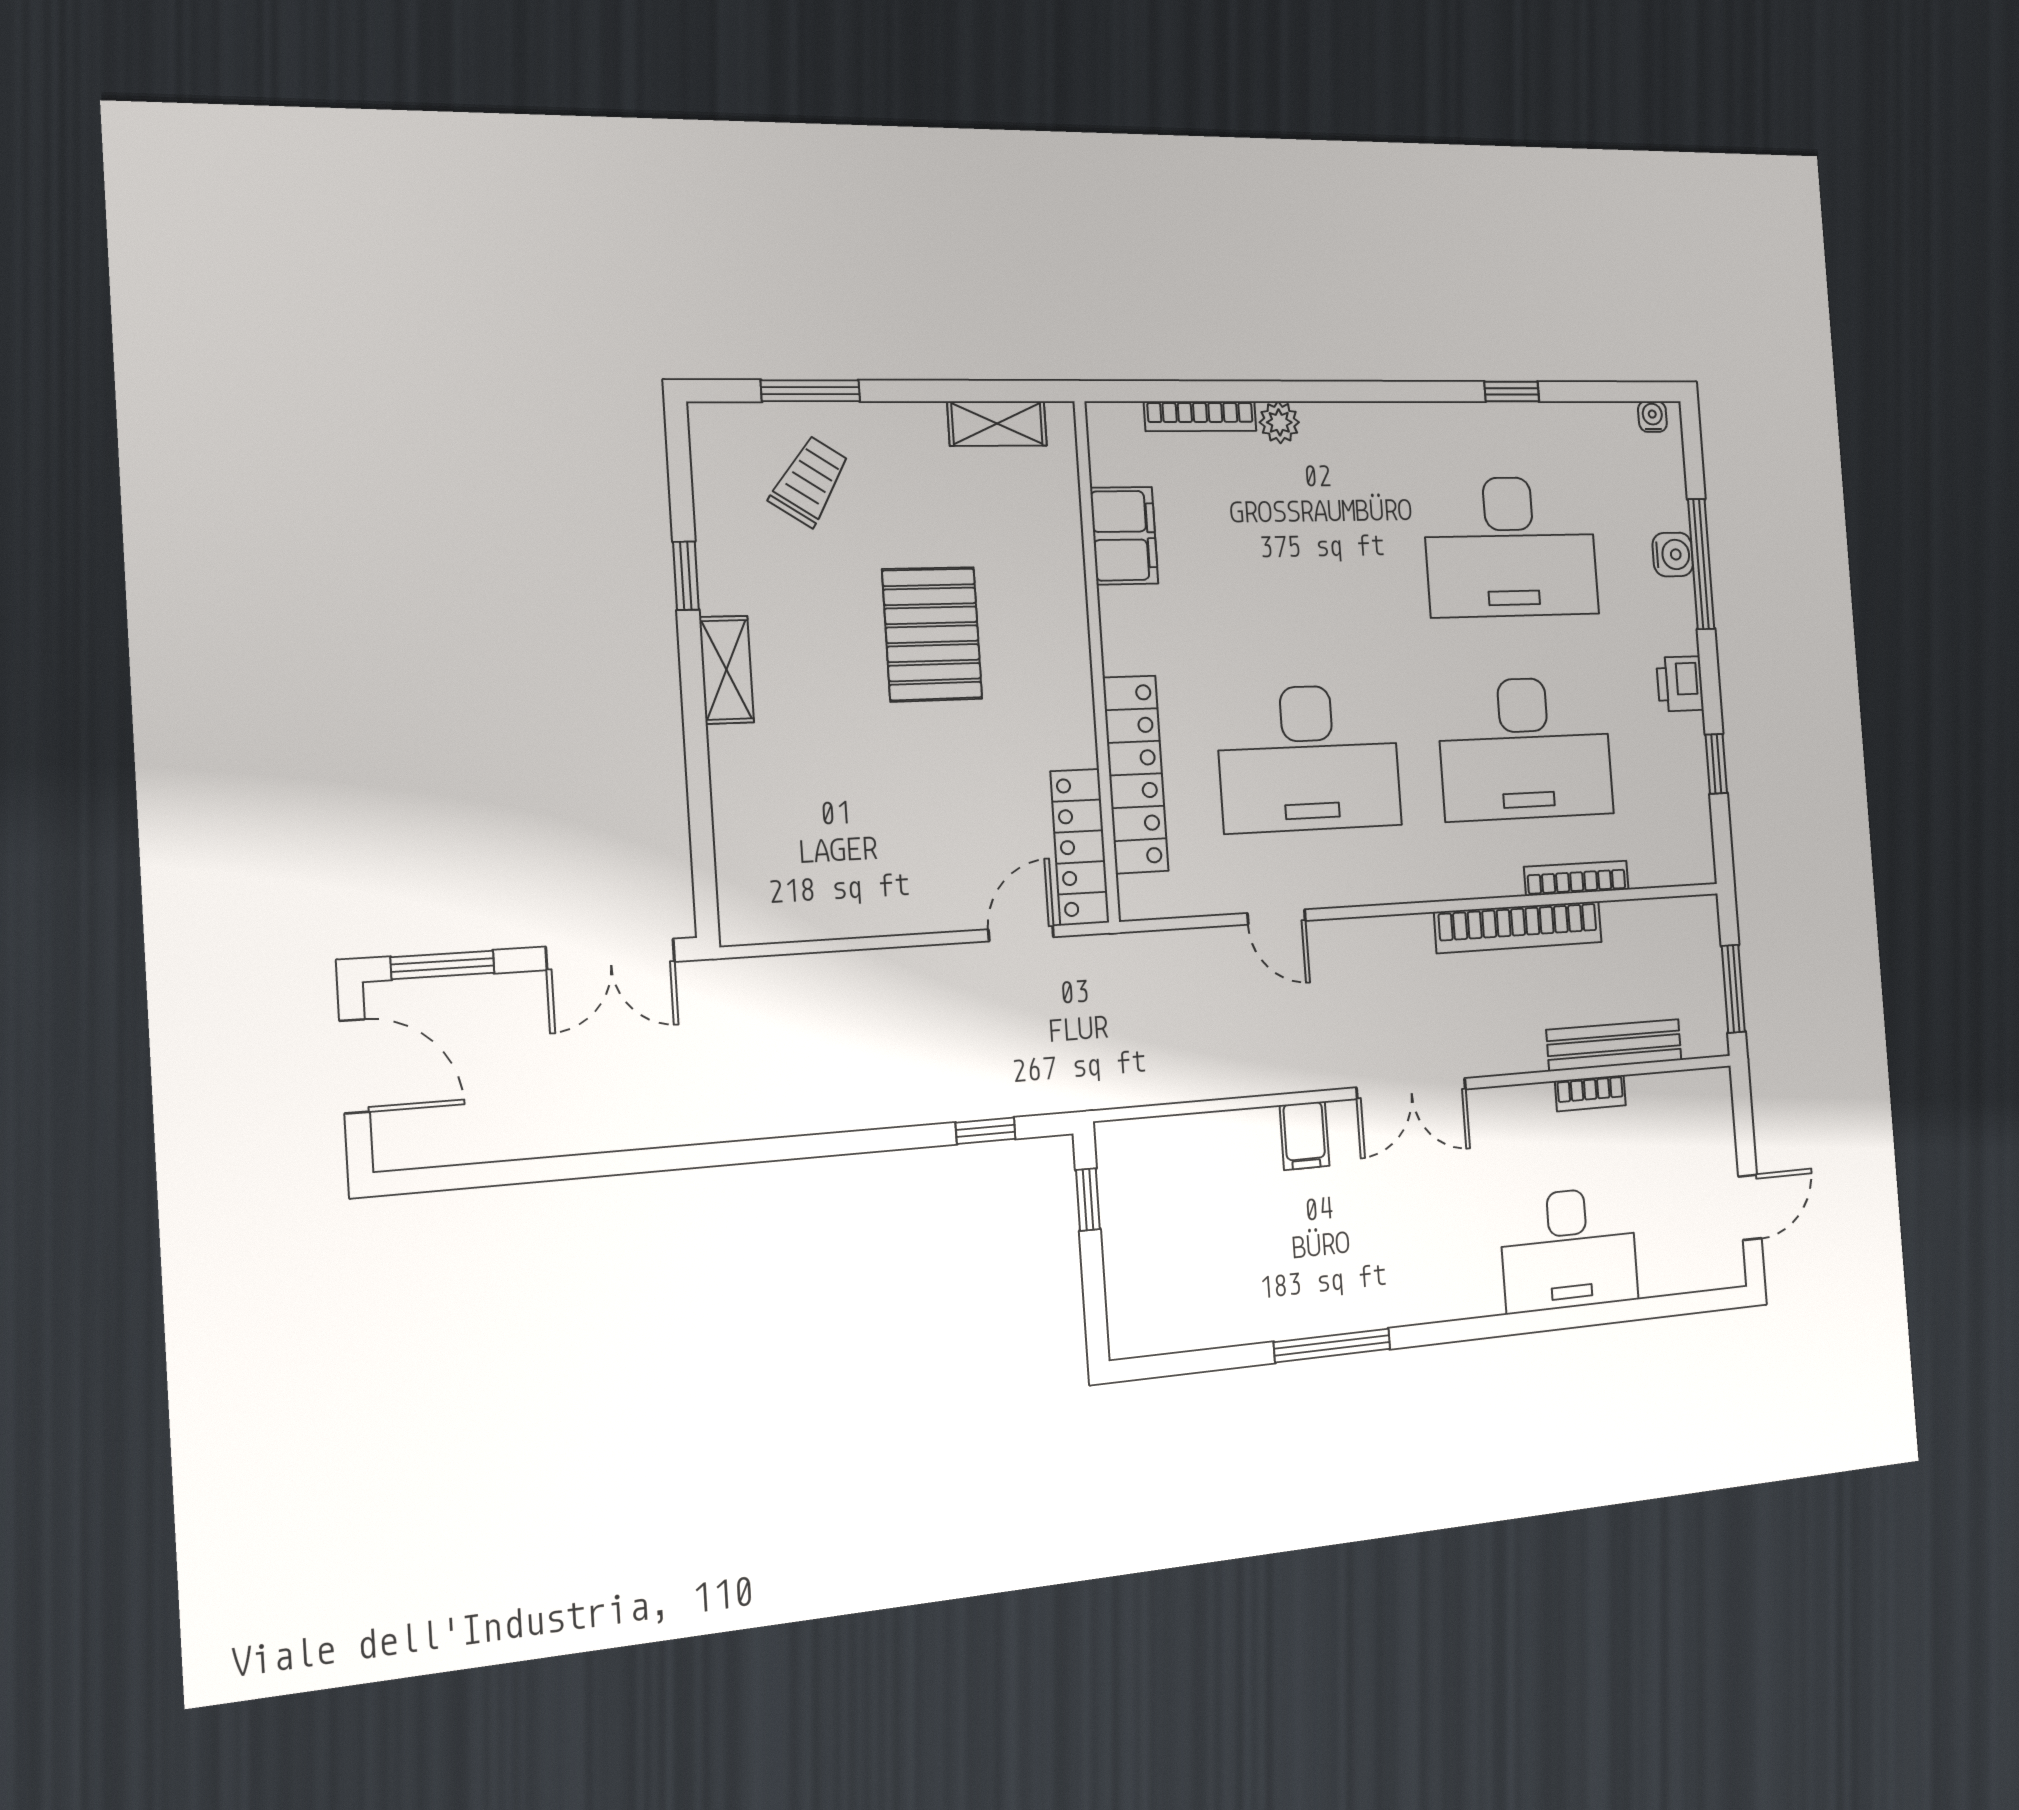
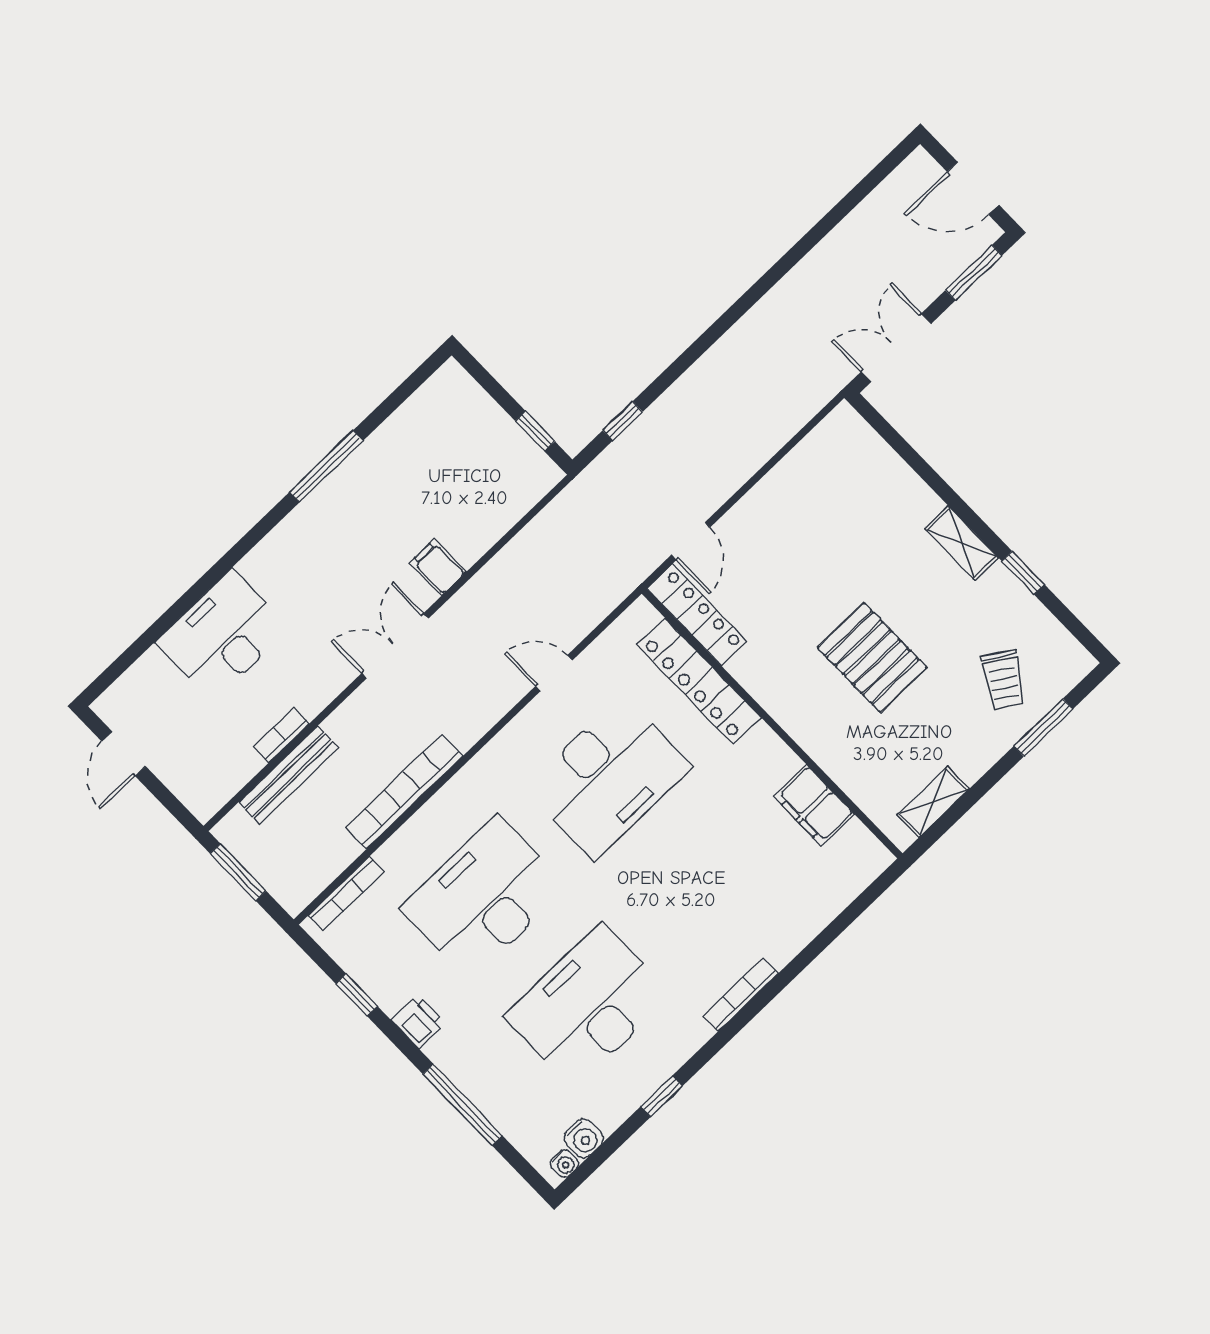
bookcase: (1200, 416) -> (741, 995), moved
plant: (1279, 422) -> (781, 949), removed
water cooler: (1673, 555) -> (584, 1138), moved, turned -90
desk: (1309, 758) -> (608, 777), turned 180
bookcase: (1576, 878) -> (346, 894), moved

